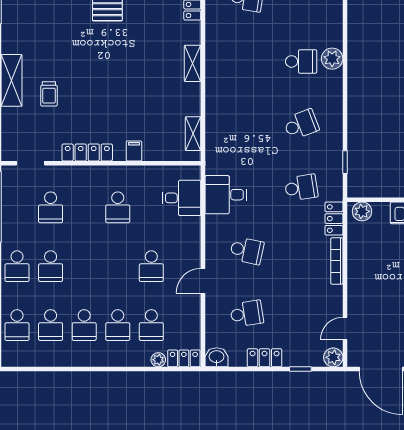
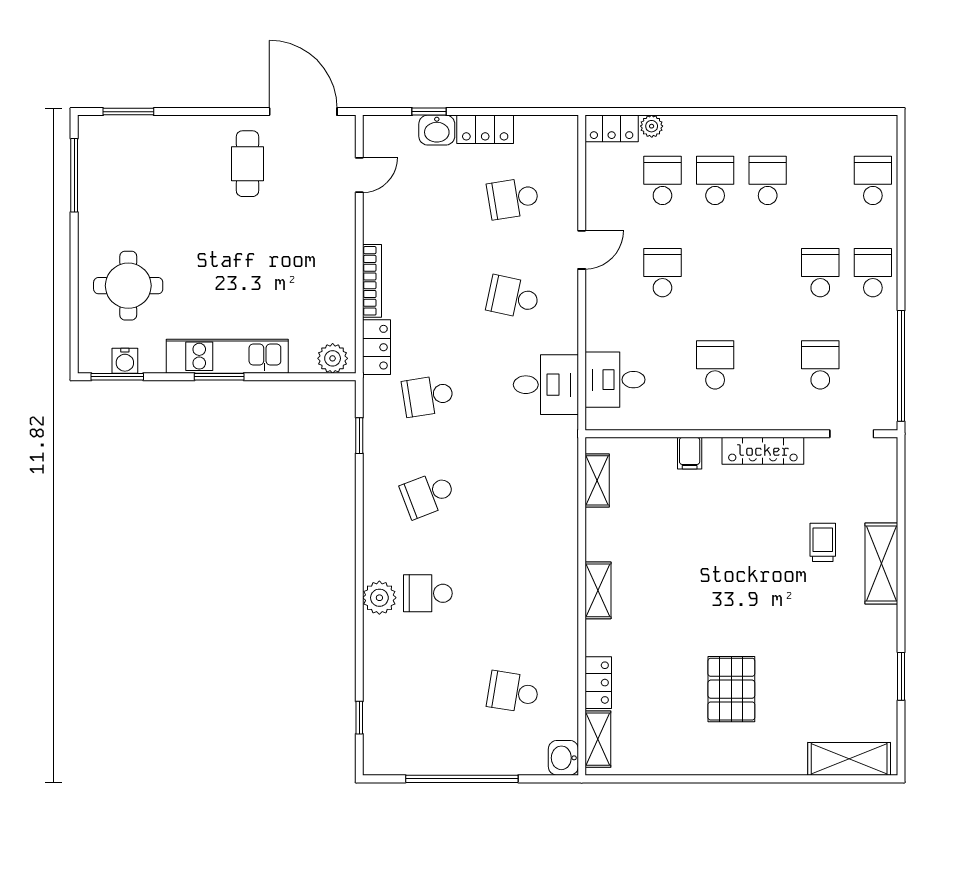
school desk: (51, 325) -> (820, 180), removed
washbasin: (217, 357) -> (437, 130), moved
plant: (333, 357) -> (378, 130), removed

